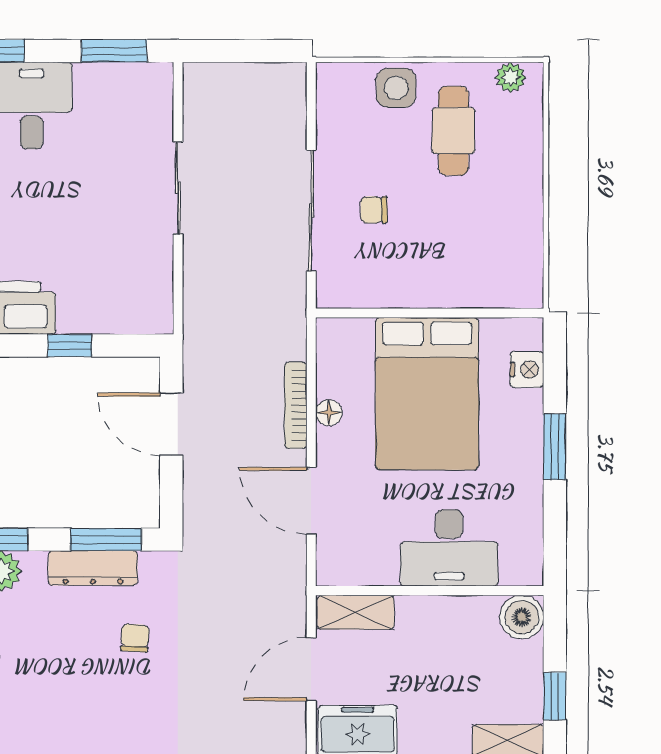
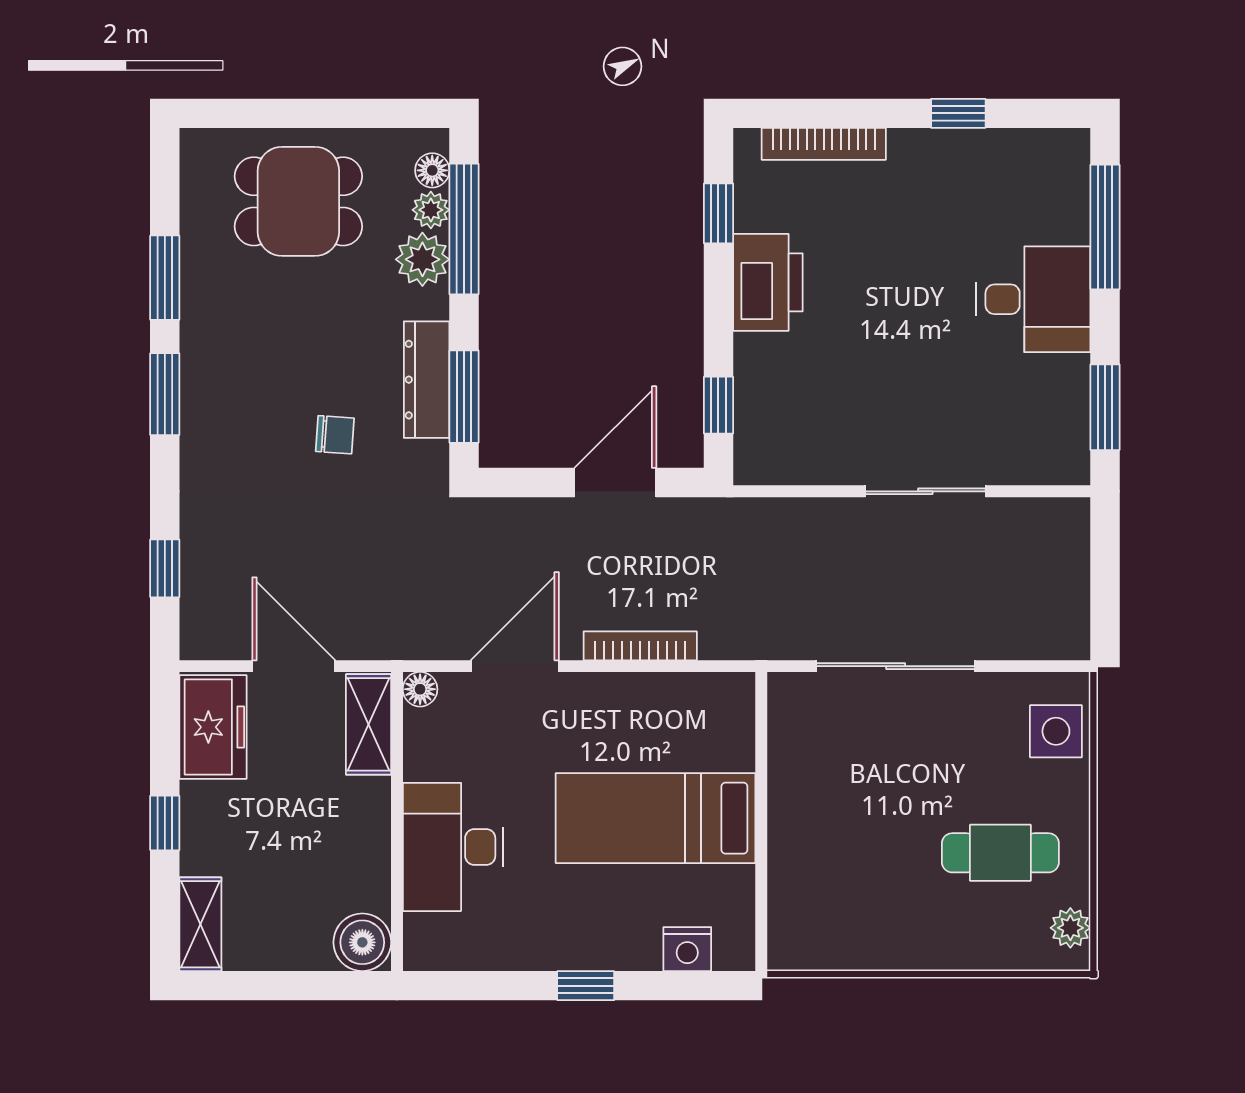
side table: (396, 88) -> (1056, 731), moved
chair: (374, 210) -> (897, 748), removed
window: (70, 346) -> (718, 405), moved
bed: (427, 394) -> (655, 818), width x0.67
floor lamp: (329, 413) -> (420, 689), moved
window: (555, 447) -> (586, 986), width x0.67
window: (555, 696) -> (258, 986), removed

